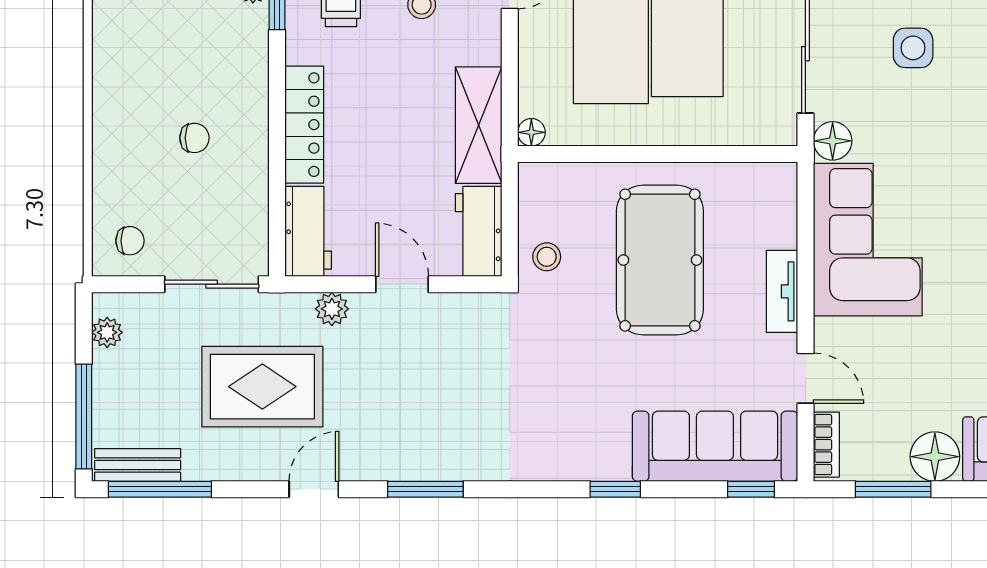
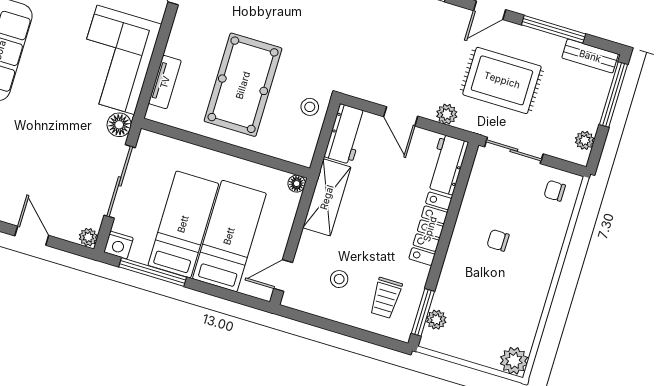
side table: (913, 48) -> (55, 166), removed
tv unit: (782, 291) -> (165, 82), moved
window: (160, 489) -> (554, 29), moved

